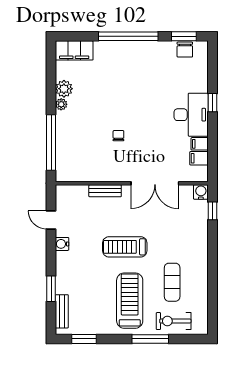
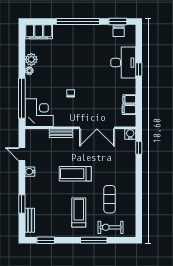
desk: (191, 115) -> (123, 63), moved
corner desk: (75, 162) -> (39, 113), added
treadmill: (130, 301) -> (79, 213), width x0.73, depth x0.73

